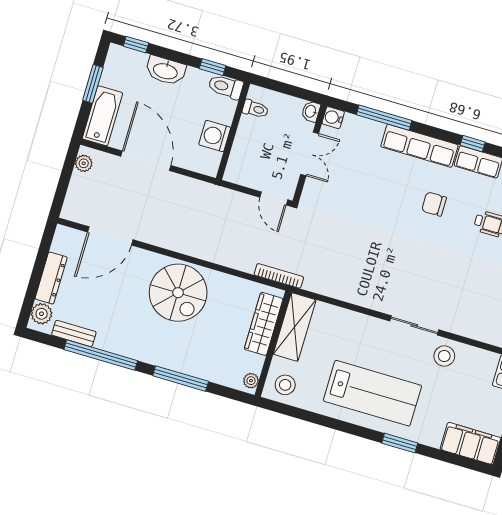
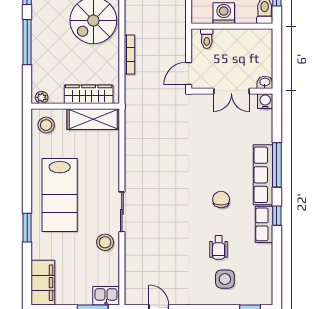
toilet: (255, 109) -> (207, 39), moved
window: (384, 118) -> (277, 165), moved
bookcase: (279, 276) -> (130, 55), moved

